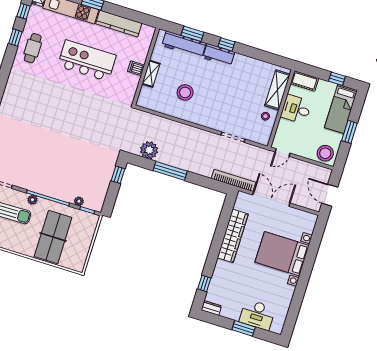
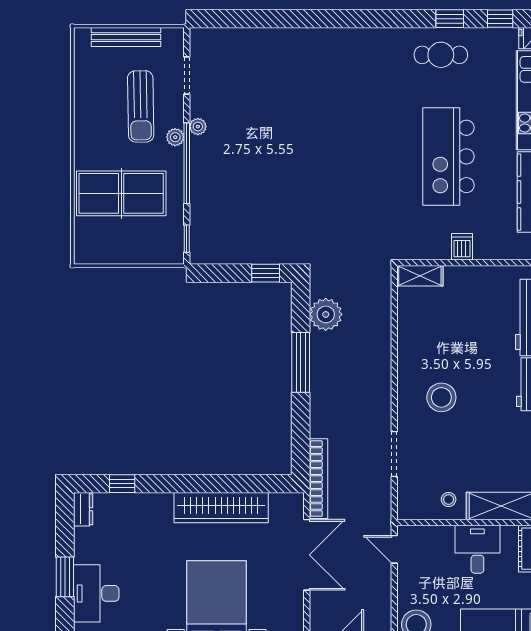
kitchen island: (87, 61) -> (448, 156), turned 180
shelving: (151, 74) -> (420, 276), moved
stool: (185, 92) -> (441, 397), moved
plant: (79, 201) -> (198, 127), moved

